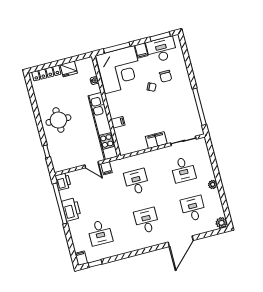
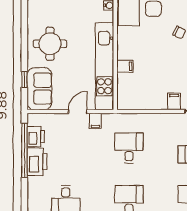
filing cabinet: (156, 140) -> (174, 101), width x0.50
sofa: (59, 155) -> (39, 89), added
door: (92, 165) -> (78, 111), swing flipped
printer: (63, 181) -> (36, 137), moved

